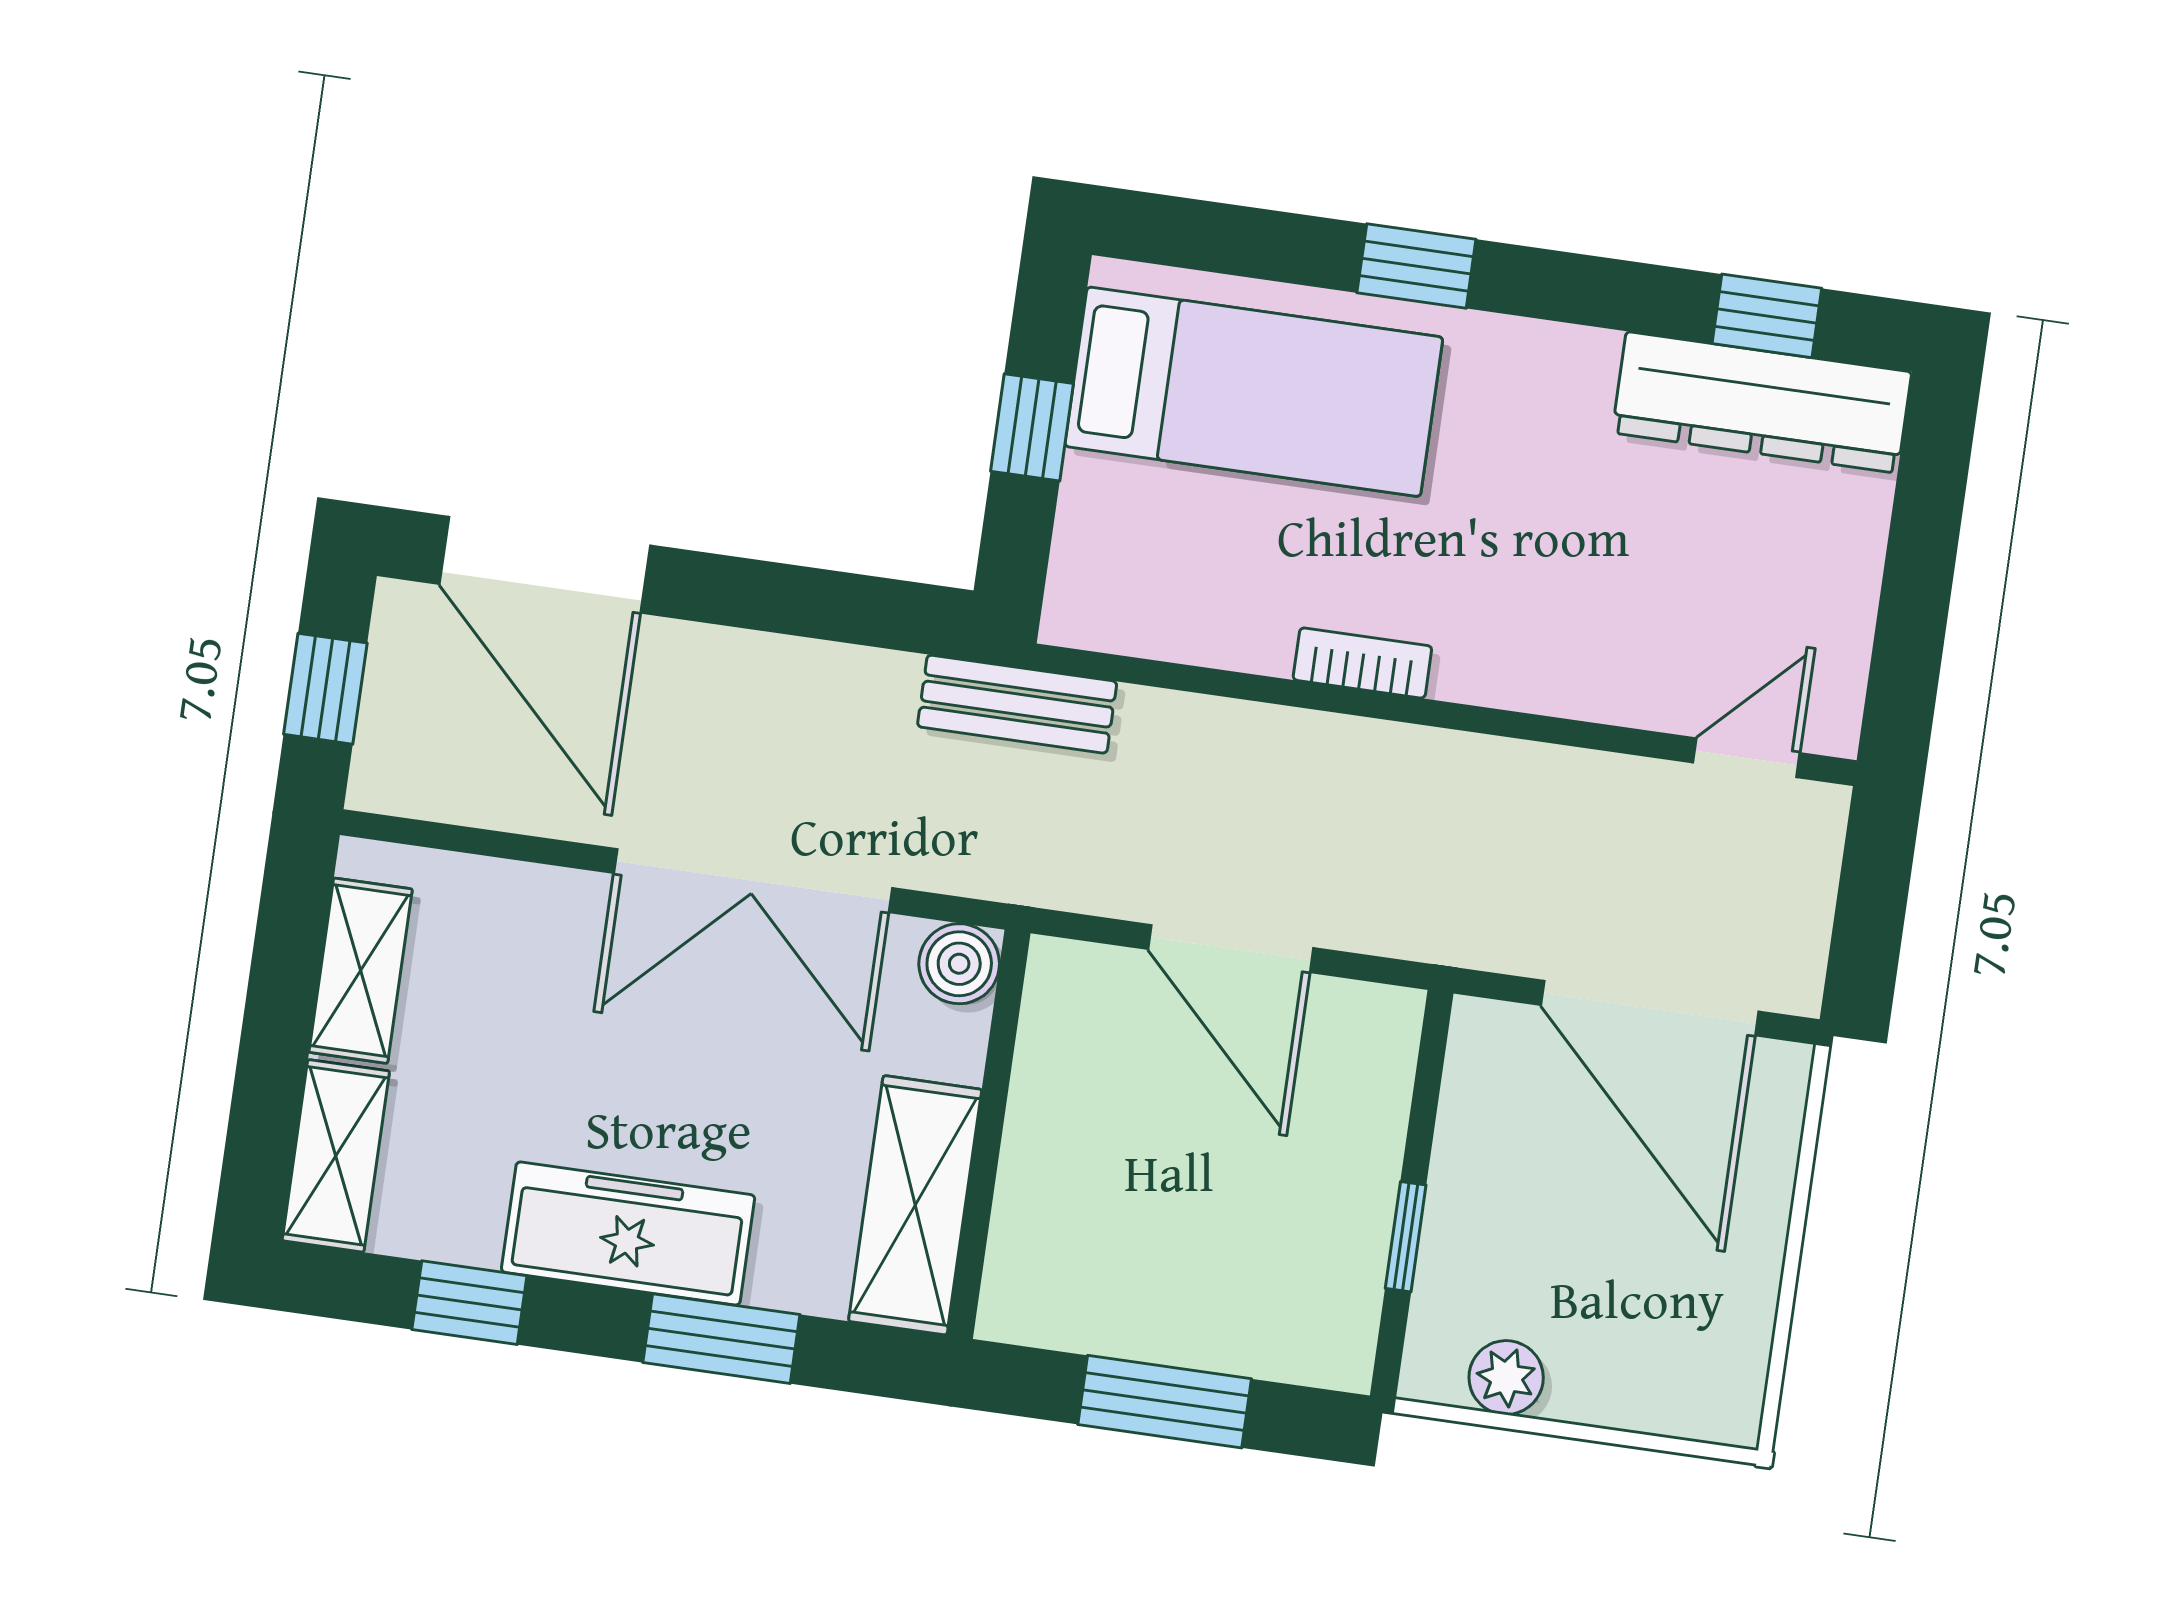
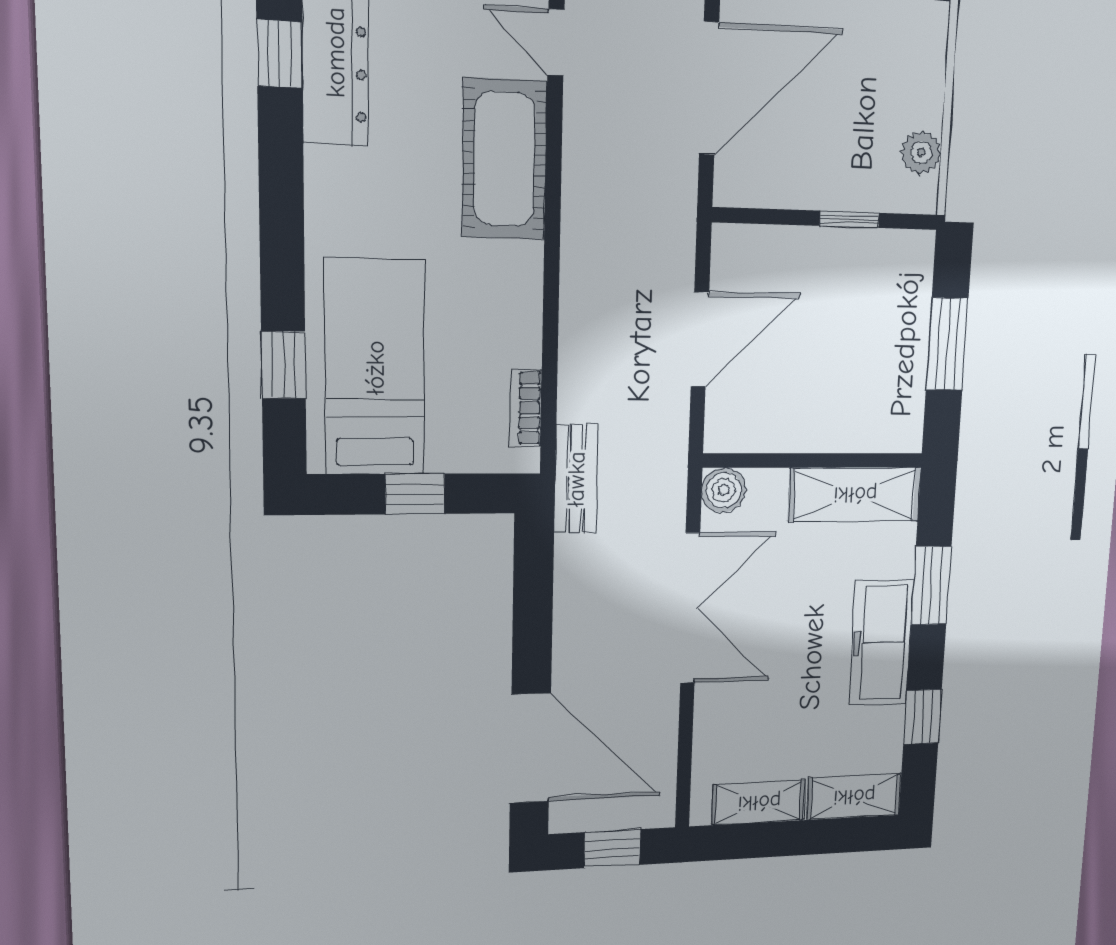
window: (1416, 266) -> (284, 365), moved
door: (545, 565) -> (530, 748), hinge flipped
cot: (1569, 650) -> (505, 159), added
bookcase: (1362, 663) -> (526, 408), moved

